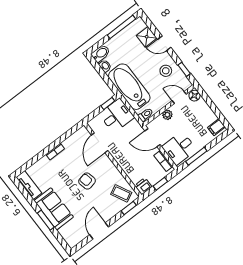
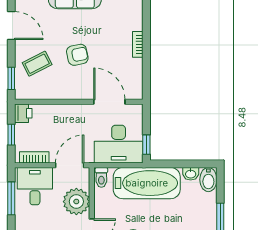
plant: (167, 115) -> (76, 202), width x1.88, depth x1.88
desk: (117, 116) -> (119, 144), width x1.37
coffee table: (121, 193) -> (37, 64), moved

